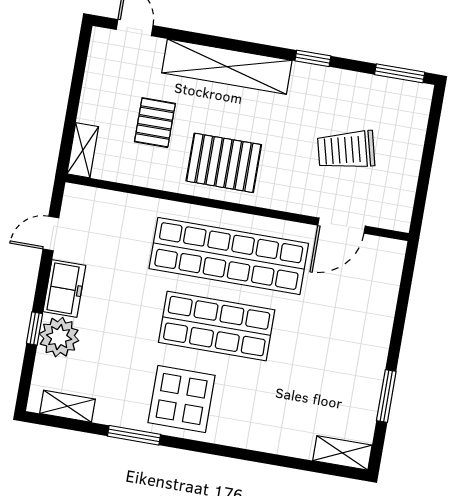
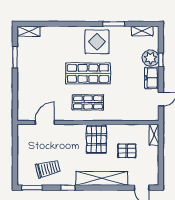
pallet: (155, 123) -> (127, 151), turned 90
trolley: (346, 150) -> (48, 169), moved
pallet: (224, 163) -> (96, 139), turned 90
shop shelf: (229, 256) -> (88, 102), width x0.50, depth x0.74

